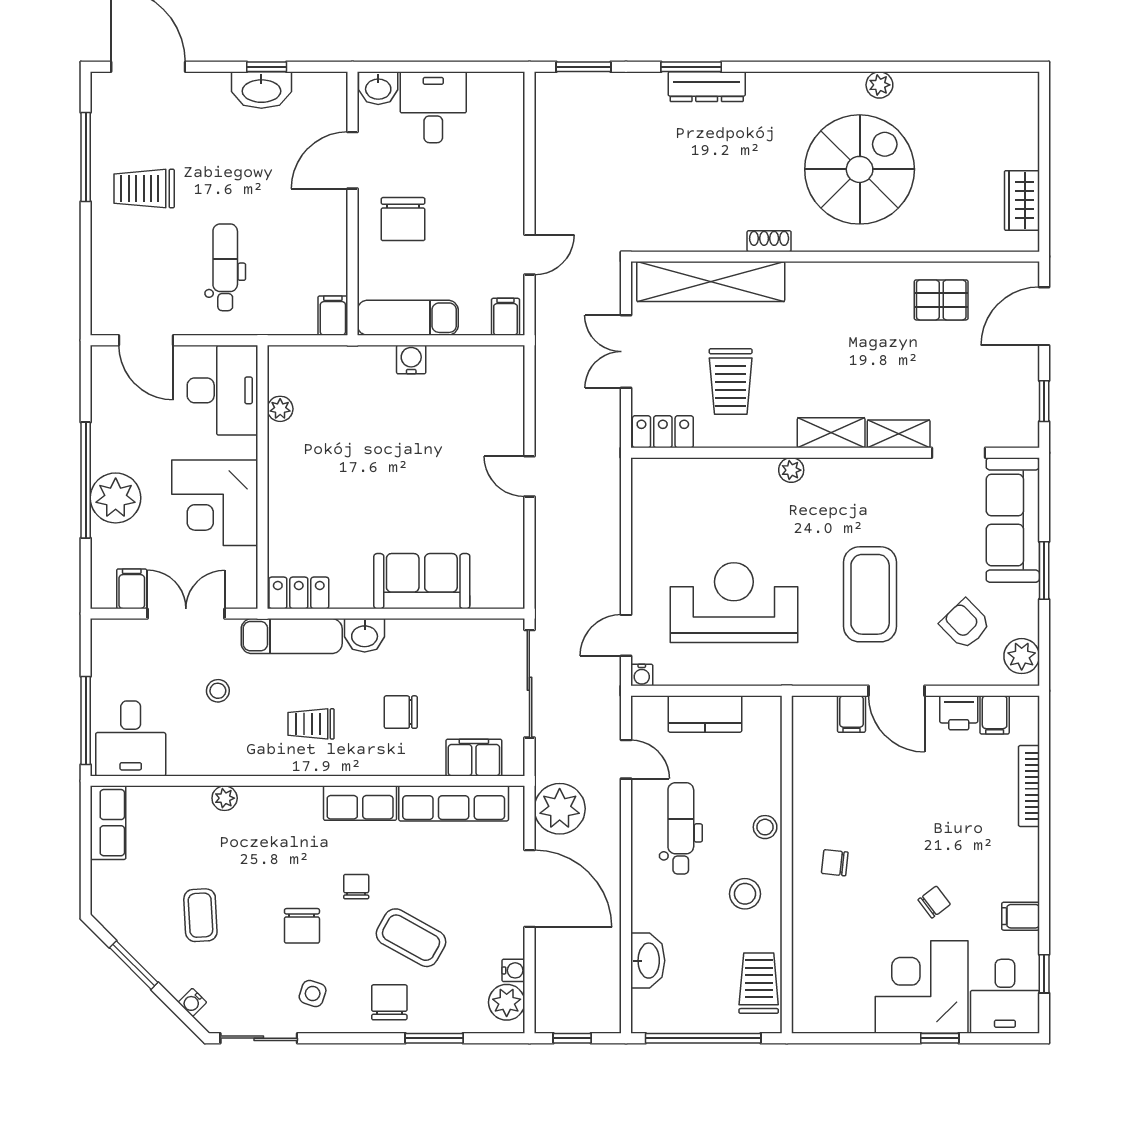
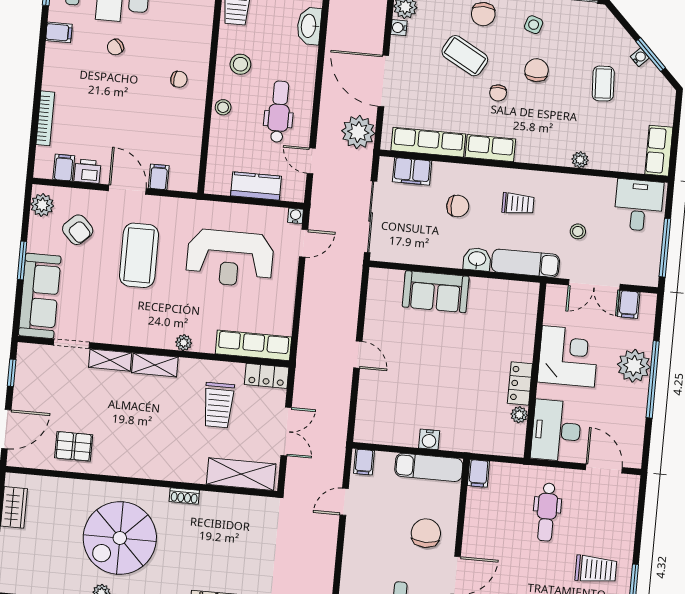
shelving: (711, 282) -> (241, 474), width x0.68
trolley: (731, 381) -> (218, 405), turned 180
row of seats: (687, 476) -> (253, 345), added
locker: (299, 593) -> (520, 383), moved, turned 90
window: (86, 720) -> (665, 248), moved
dental chair: (681, 828) -> (279, 112), turned 180
water cooler: (192, 1002) -> (640, 57), moved

